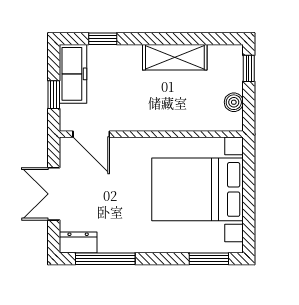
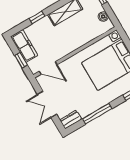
window: (103, 39) -> (37, 17), moved
window: (105, 259) -> (97, 114), moved

